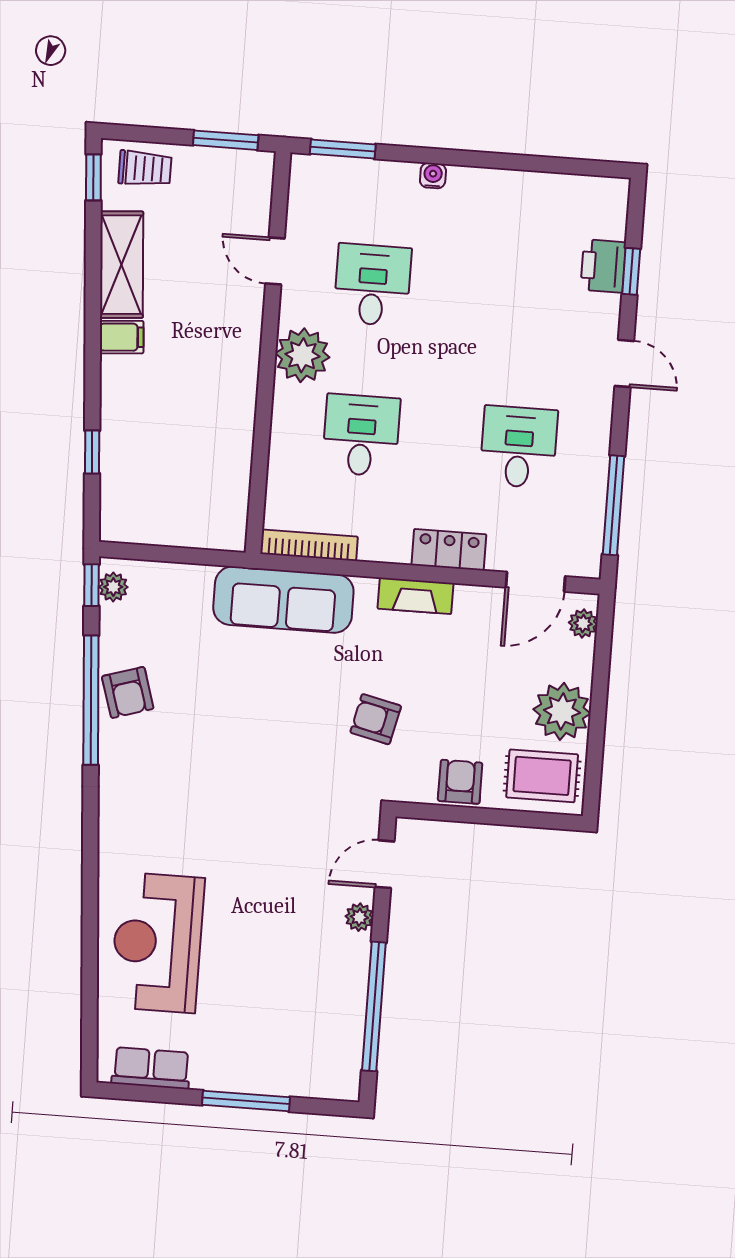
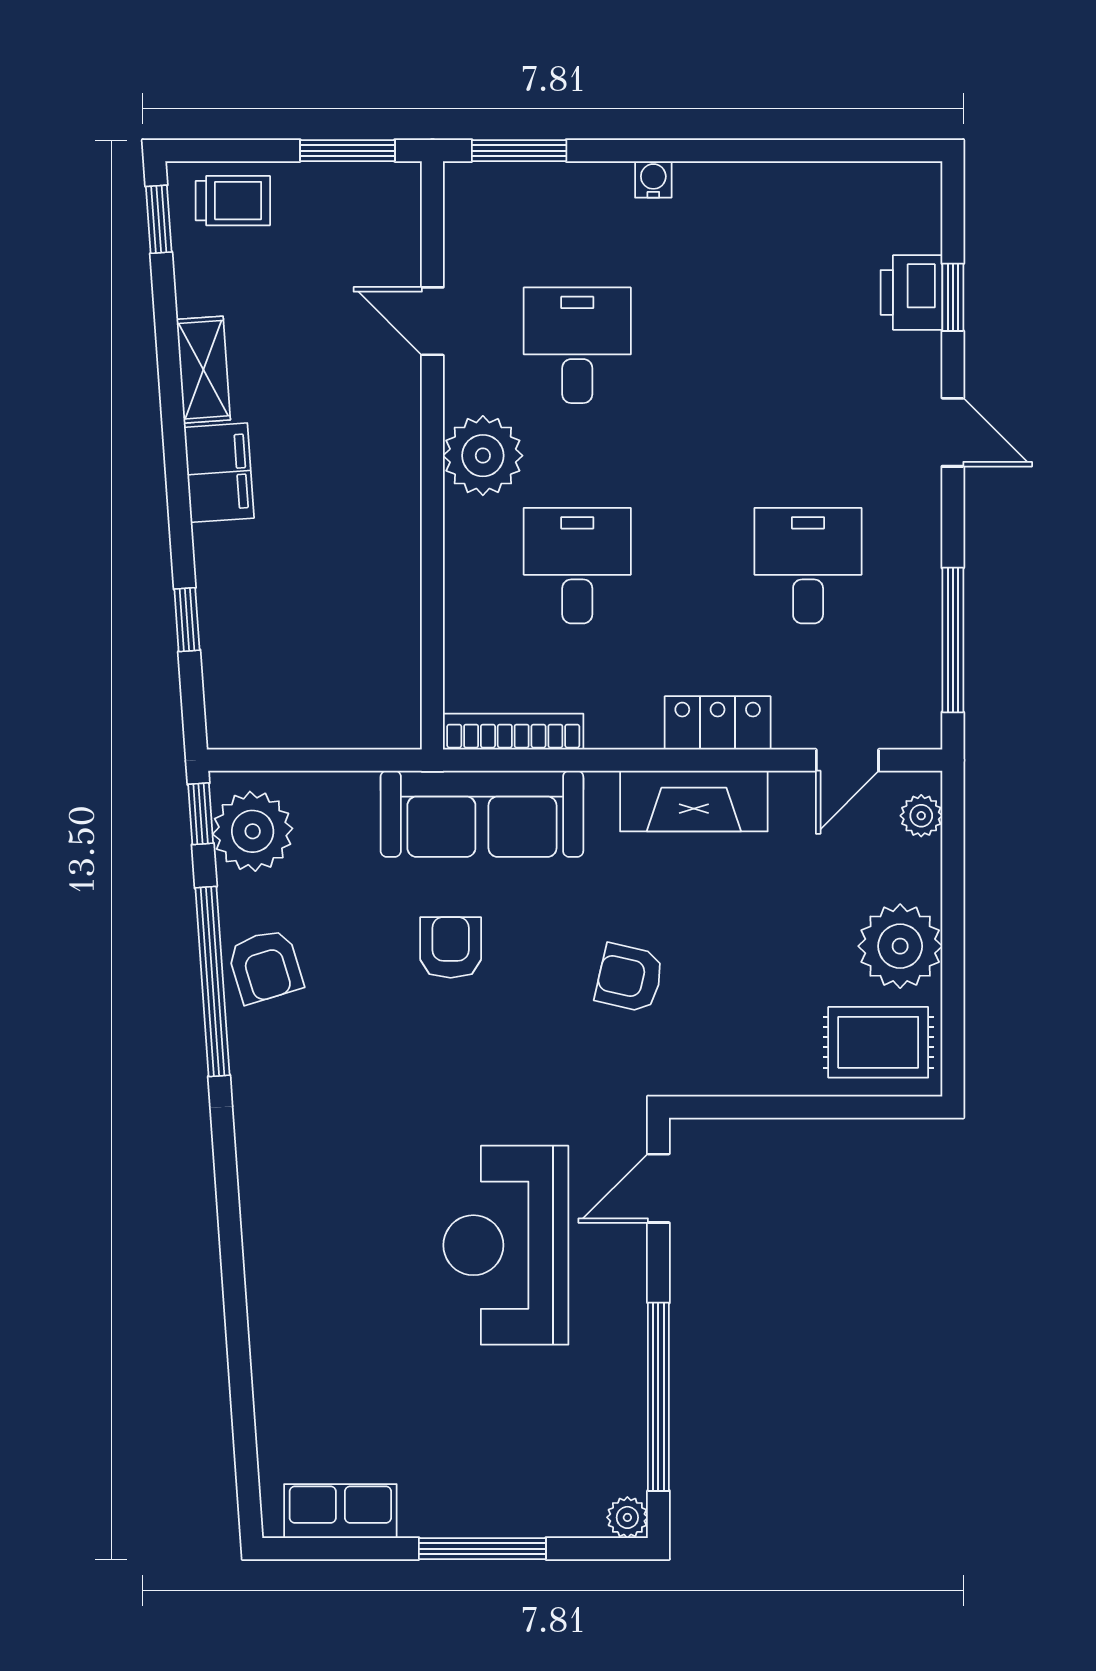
shelving: (122, 265) -> (203, 370), width x0.67, depth x0.75
filing cabinet: (122, 337) -> (219, 473), width x2.00
door: (536, 582) -> (847, 760), width x0.73
plant: (113, 587) -> (253, 831), width x1.88, depth x1.88
fireplace: (416, 596) -> (694, 801), width x1.37, depth x1.32
armchair: (460, 782) -> (451, 947), moved
plant: (359, 917) -> (627, 1517), moved
reception desk: (157, 942) -> (506, 1245), moved

